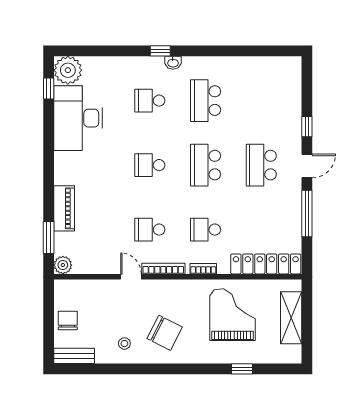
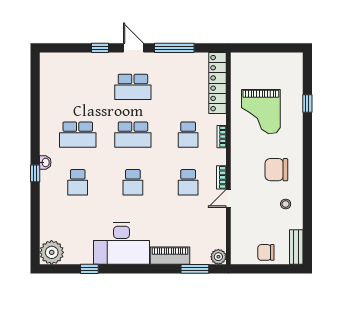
window: (49, 89) -> (89, 269), moved
desk: (78, 118) -> (121, 244), moved
bookcase: (163, 269) -> (221, 177), width x0.64
grand piano: (233, 315) -> (261, 112), turned -90
shelving: (291, 318) -> (264, 61), removed
chair: (165, 333) -> (276, 170), turned -117

